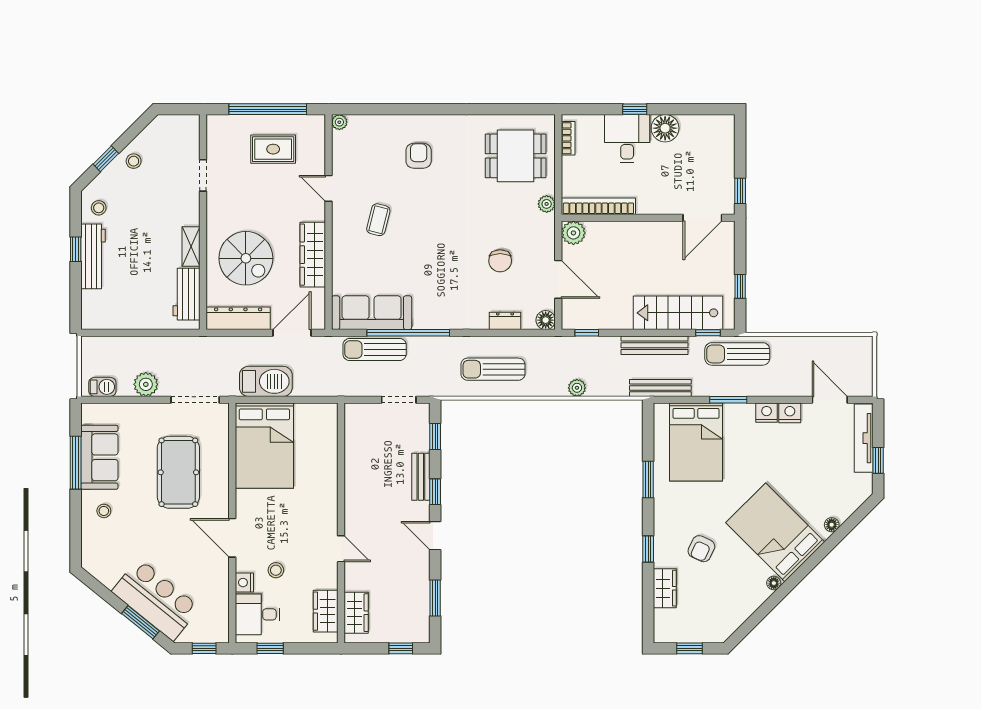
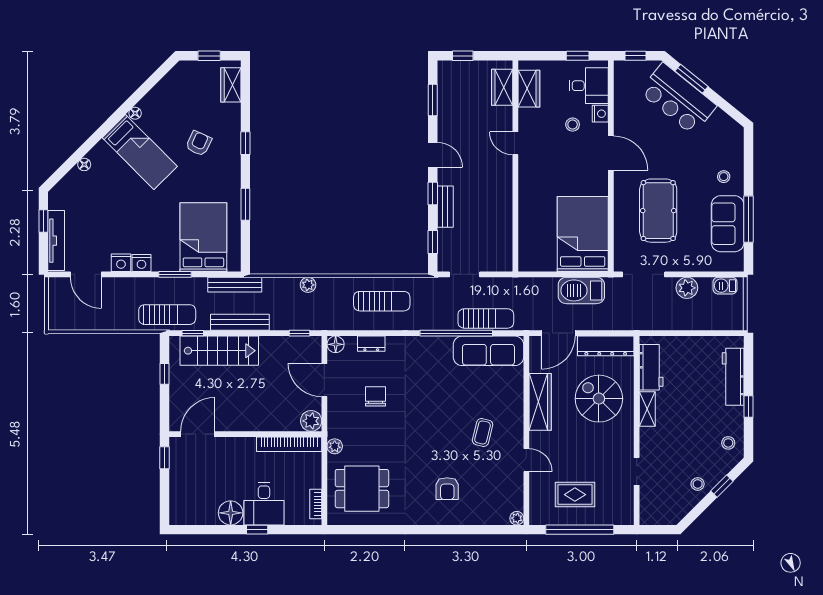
workbench: (93, 256) -> (733, 377), moved
bed: (775, 532) -> (140, 152), width x0.67
wardrobe: (665, 588) -> (231, 85), moved

